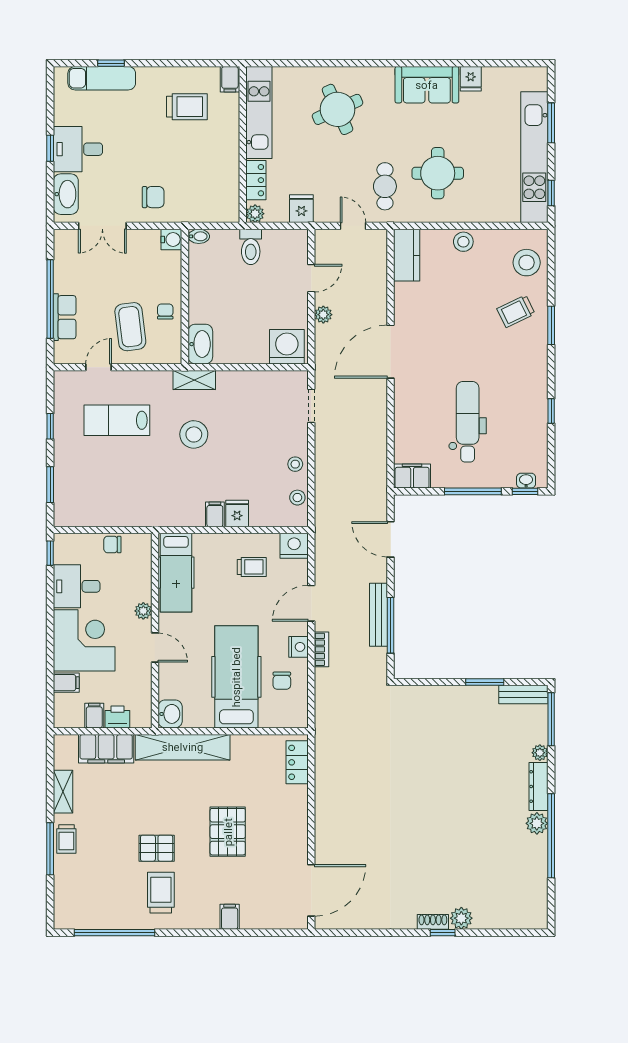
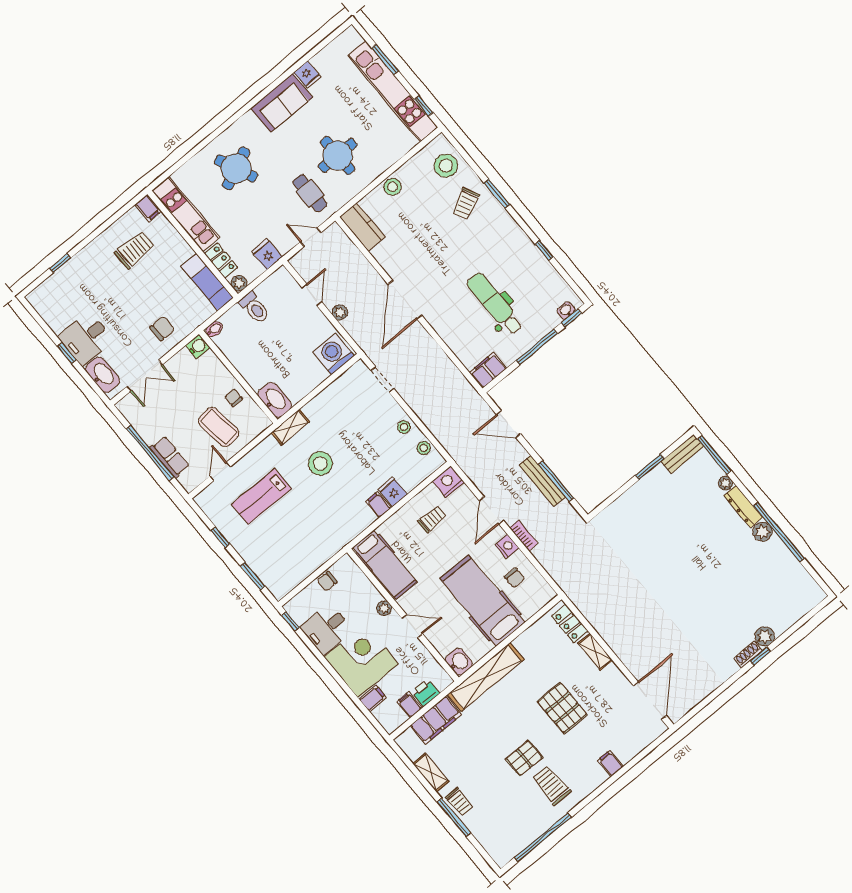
exam couch: (102, 78) -> (207, 282), moved, turned 90
shelving: (299, 806) -> (595, 652), added

